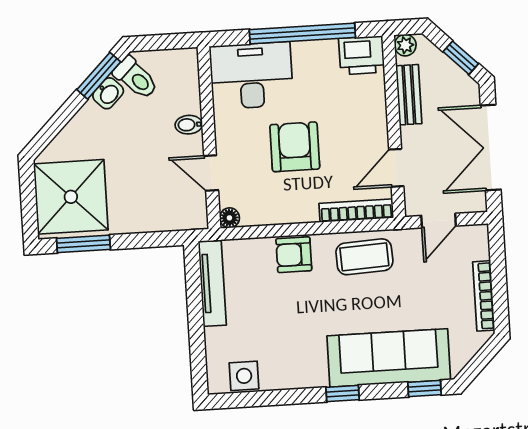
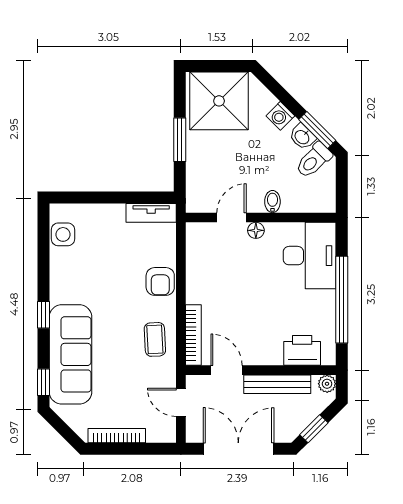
printer: (362, 55) -> (302, 350), moved, turned 90
bench: (409, 95) -> (277, 384), width x1.36
washing machine: (84, 122) -> (280, 116), added
armchair: (295, 147) -> (249, 288), removed
floor lamp: (229, 218) -> (256, 230), moved
window: (83, 244) -> (180, 140), moved
armchair: (294, 255) -> (160, 281), turned 180
coffee table: (364, 257) -> (155, 339), width x0.73, depth x0.77
tv unit: (212, 283) -> (151, 213), width x0.71

